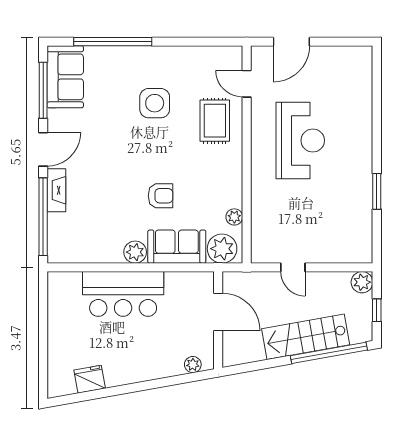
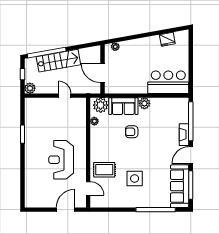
sofa: (65, 77) -> (180, 186), width x1.36
rug: (215, 121) -> (104, 170), turned 90
bar counter: (123, 294) -> (168, 82), moved

